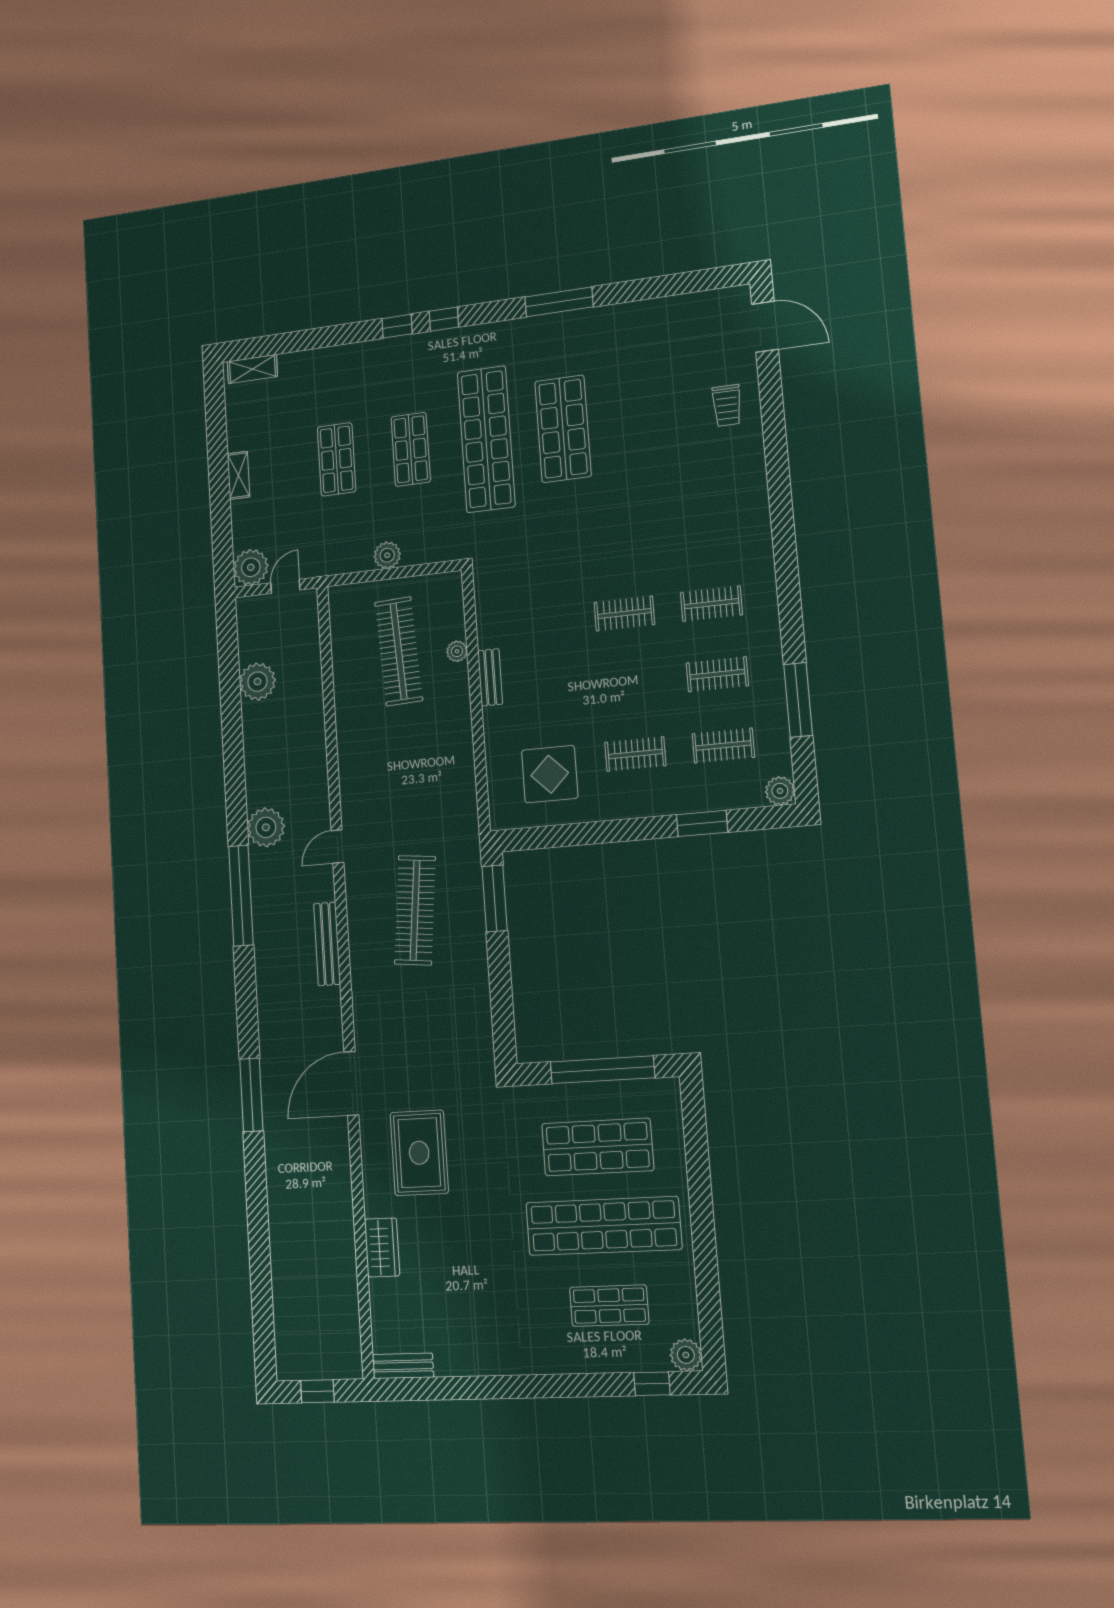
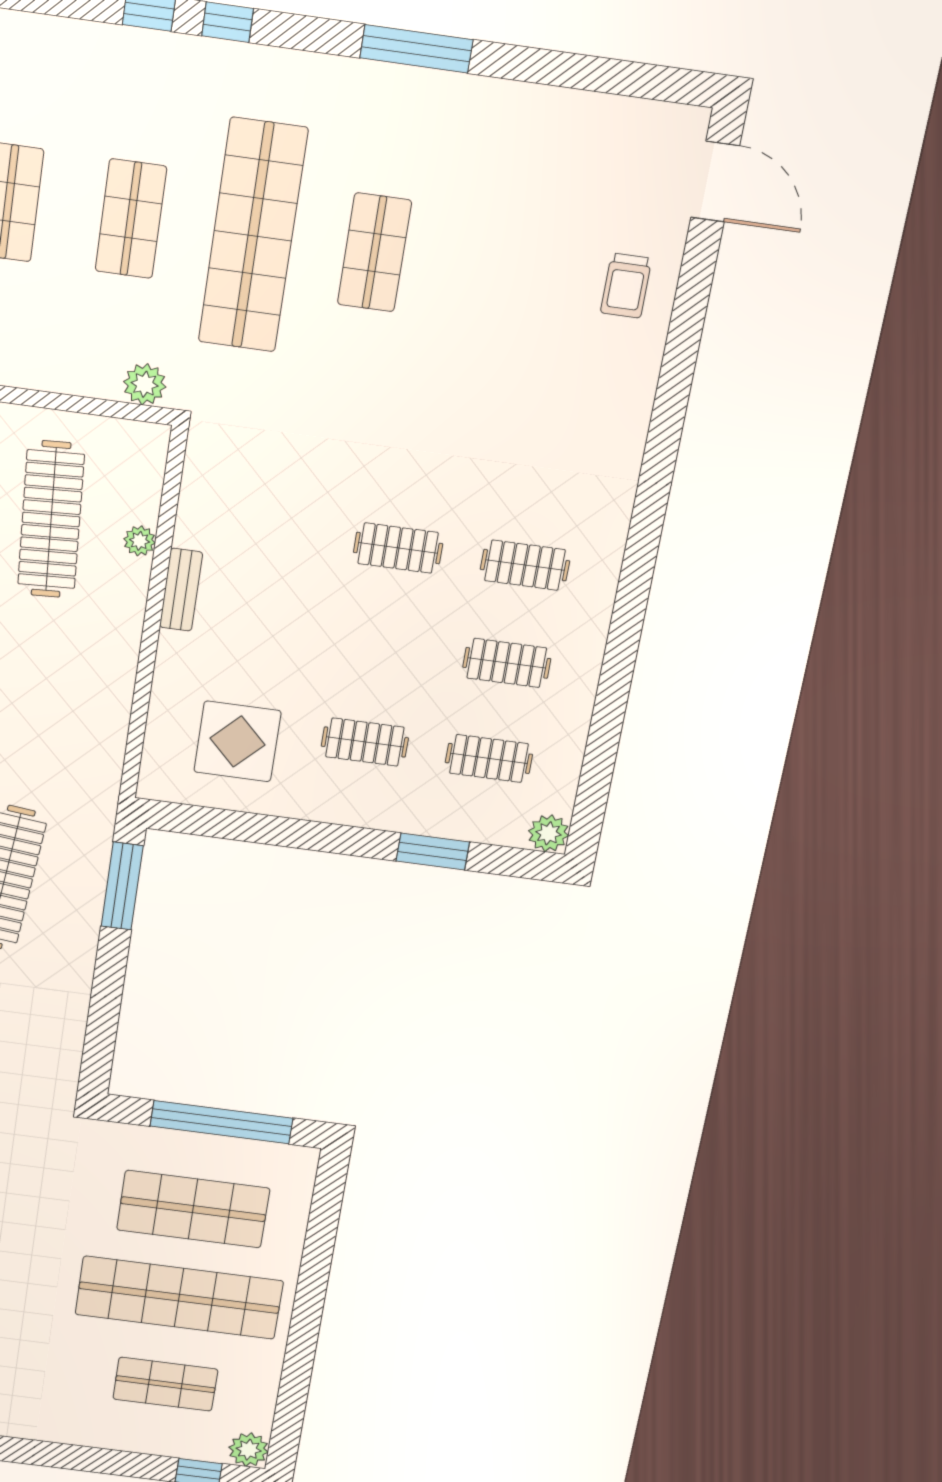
shop shelf: (563, 429) -> (374, 252), width x0.70, depth x0.74
plant: (387, 555) -> (145, 384), moved
window: (798, 700) -> (607, 723), removed

